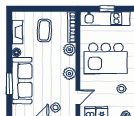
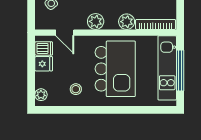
window: (107, 9) -> (180, 70), width x2.17
kitchen island: (106, 58) -> (115, 69), turned 180

